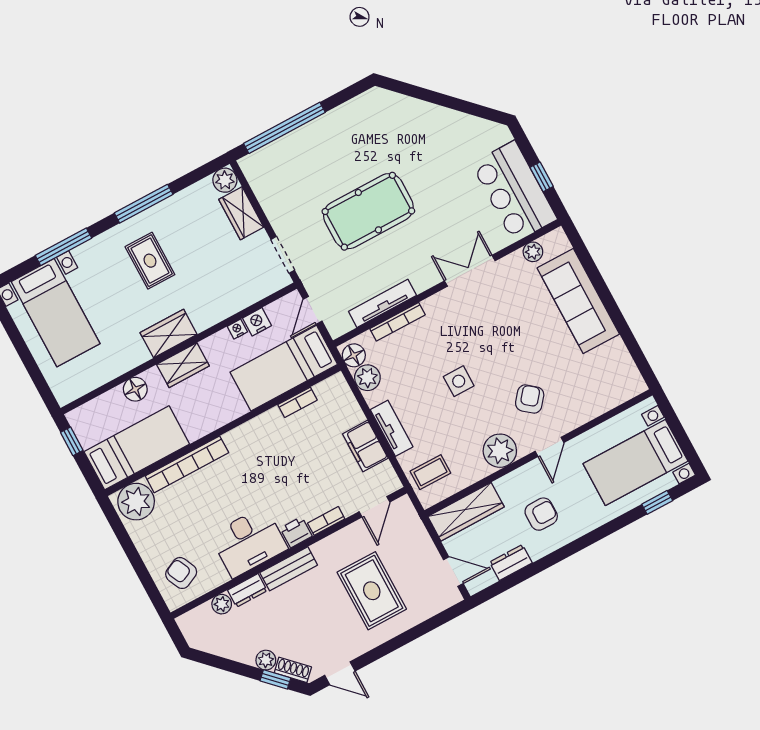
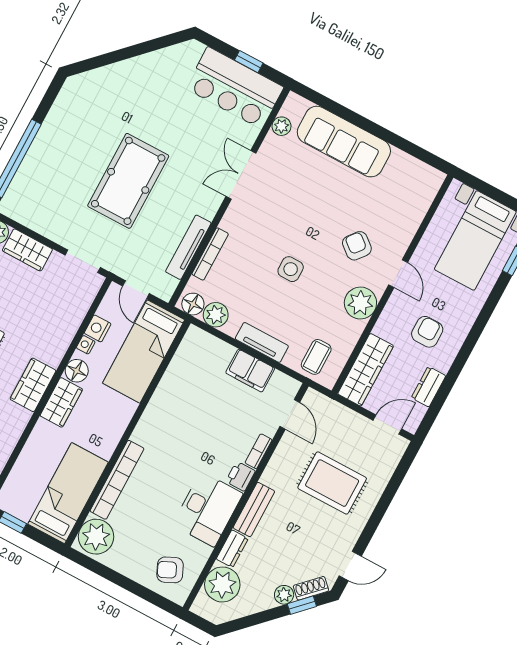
floor lamp: (135, 389) -> (77, 371), moved
bookcase: (297, 402) -> (173, 372), removed
plant: (222, 604) -> (222, 584), width x1.87, depth x1.87

